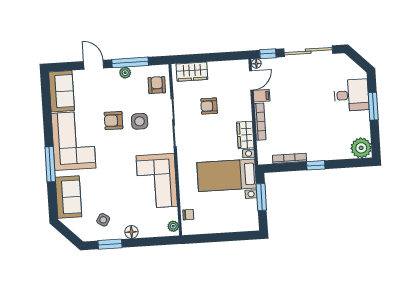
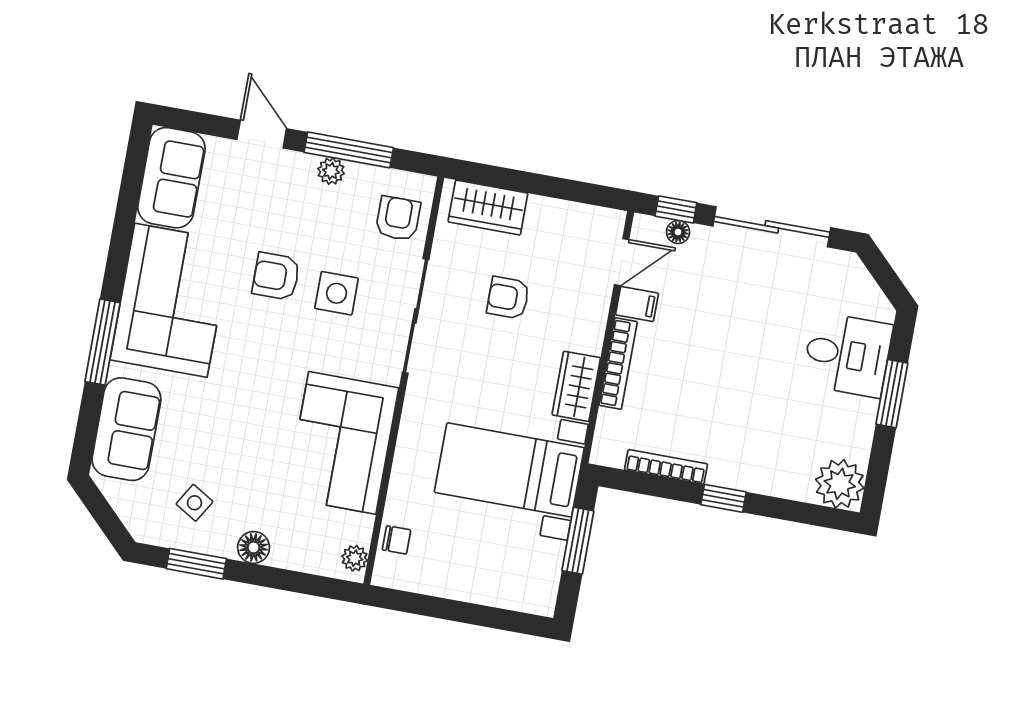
floor lamp: (256, 64) -> (678, 232), moved

